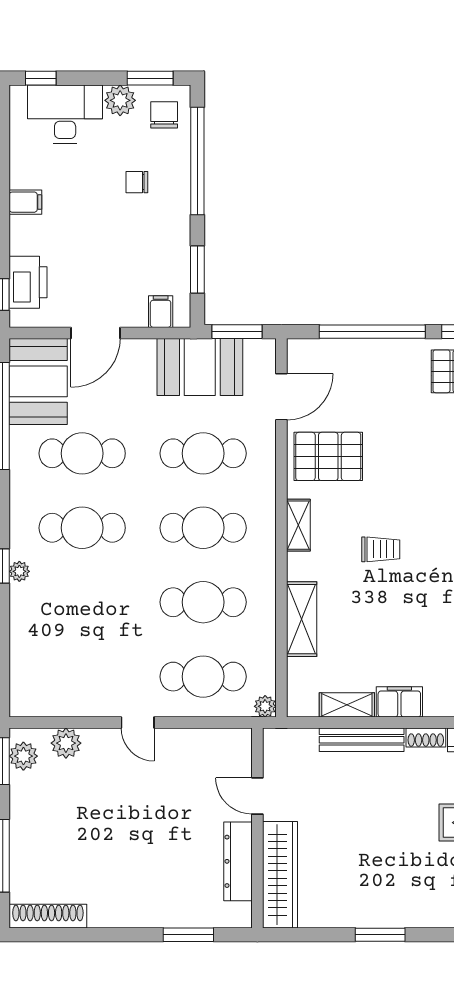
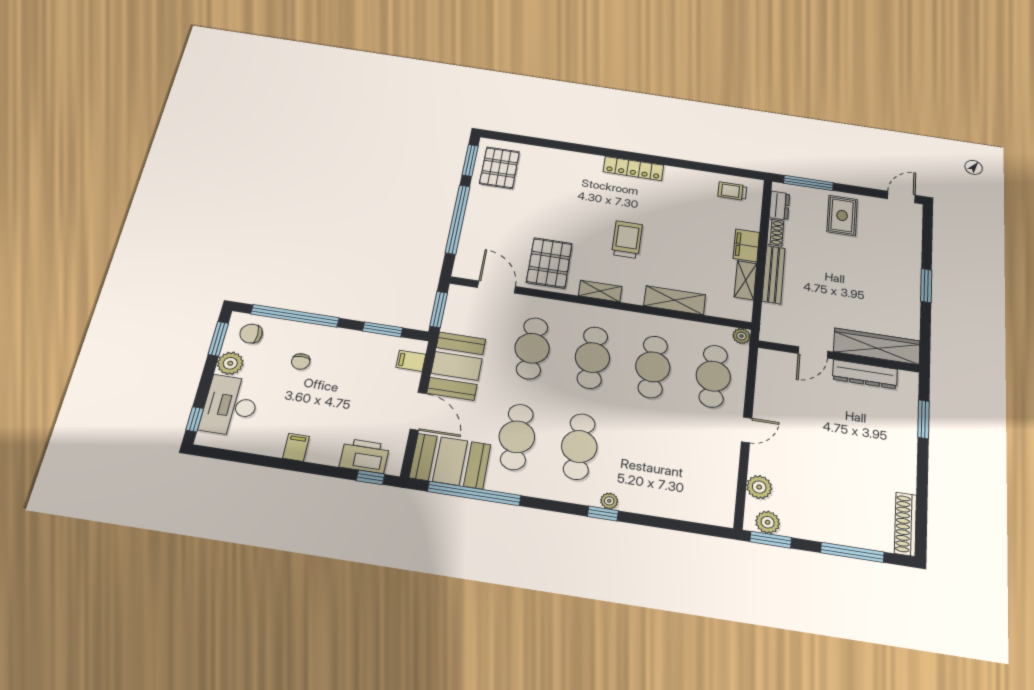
booth: (200, 367) -> (456, 366), moved
trolley: (381, 549) -> (627, 239), width x1.36, depth x1.39

